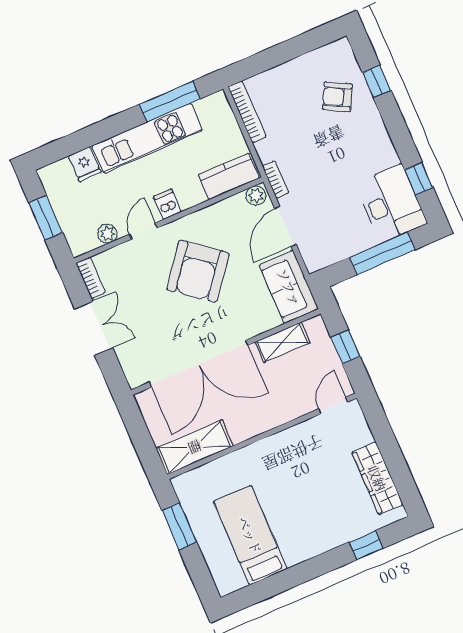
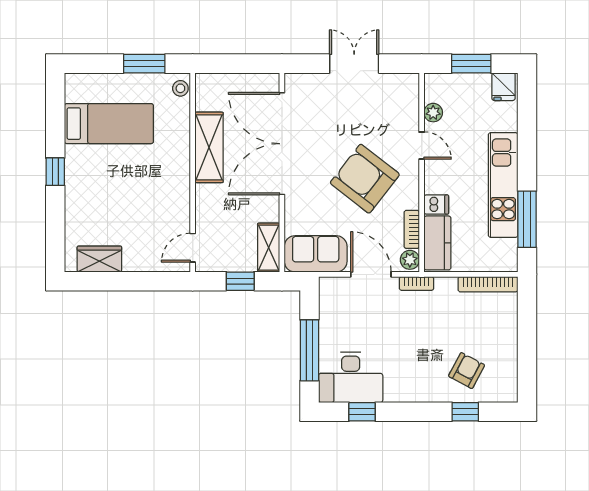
fridge: (85, 164) -> (504, 87), moved, turned -90
dishwasher: (167, 204) -> (436, 205), moved
bookcase: (91, 278) -> (412, 229), moved, turned 90
double door: (94, 328) -> (354, 64), swing flipped
shelving: (282, 342) -> (269, 248), moved
door: (333, 405) -> (193, 248), swing flipped
shelving: (195, 447) -> (209, 147), moved
wardrobe: (377, 478) -> (99, 259), width x0.67
stool: (188, 482) -> (180, 88), added
window: (366, 545) -> (55, 172), moved

